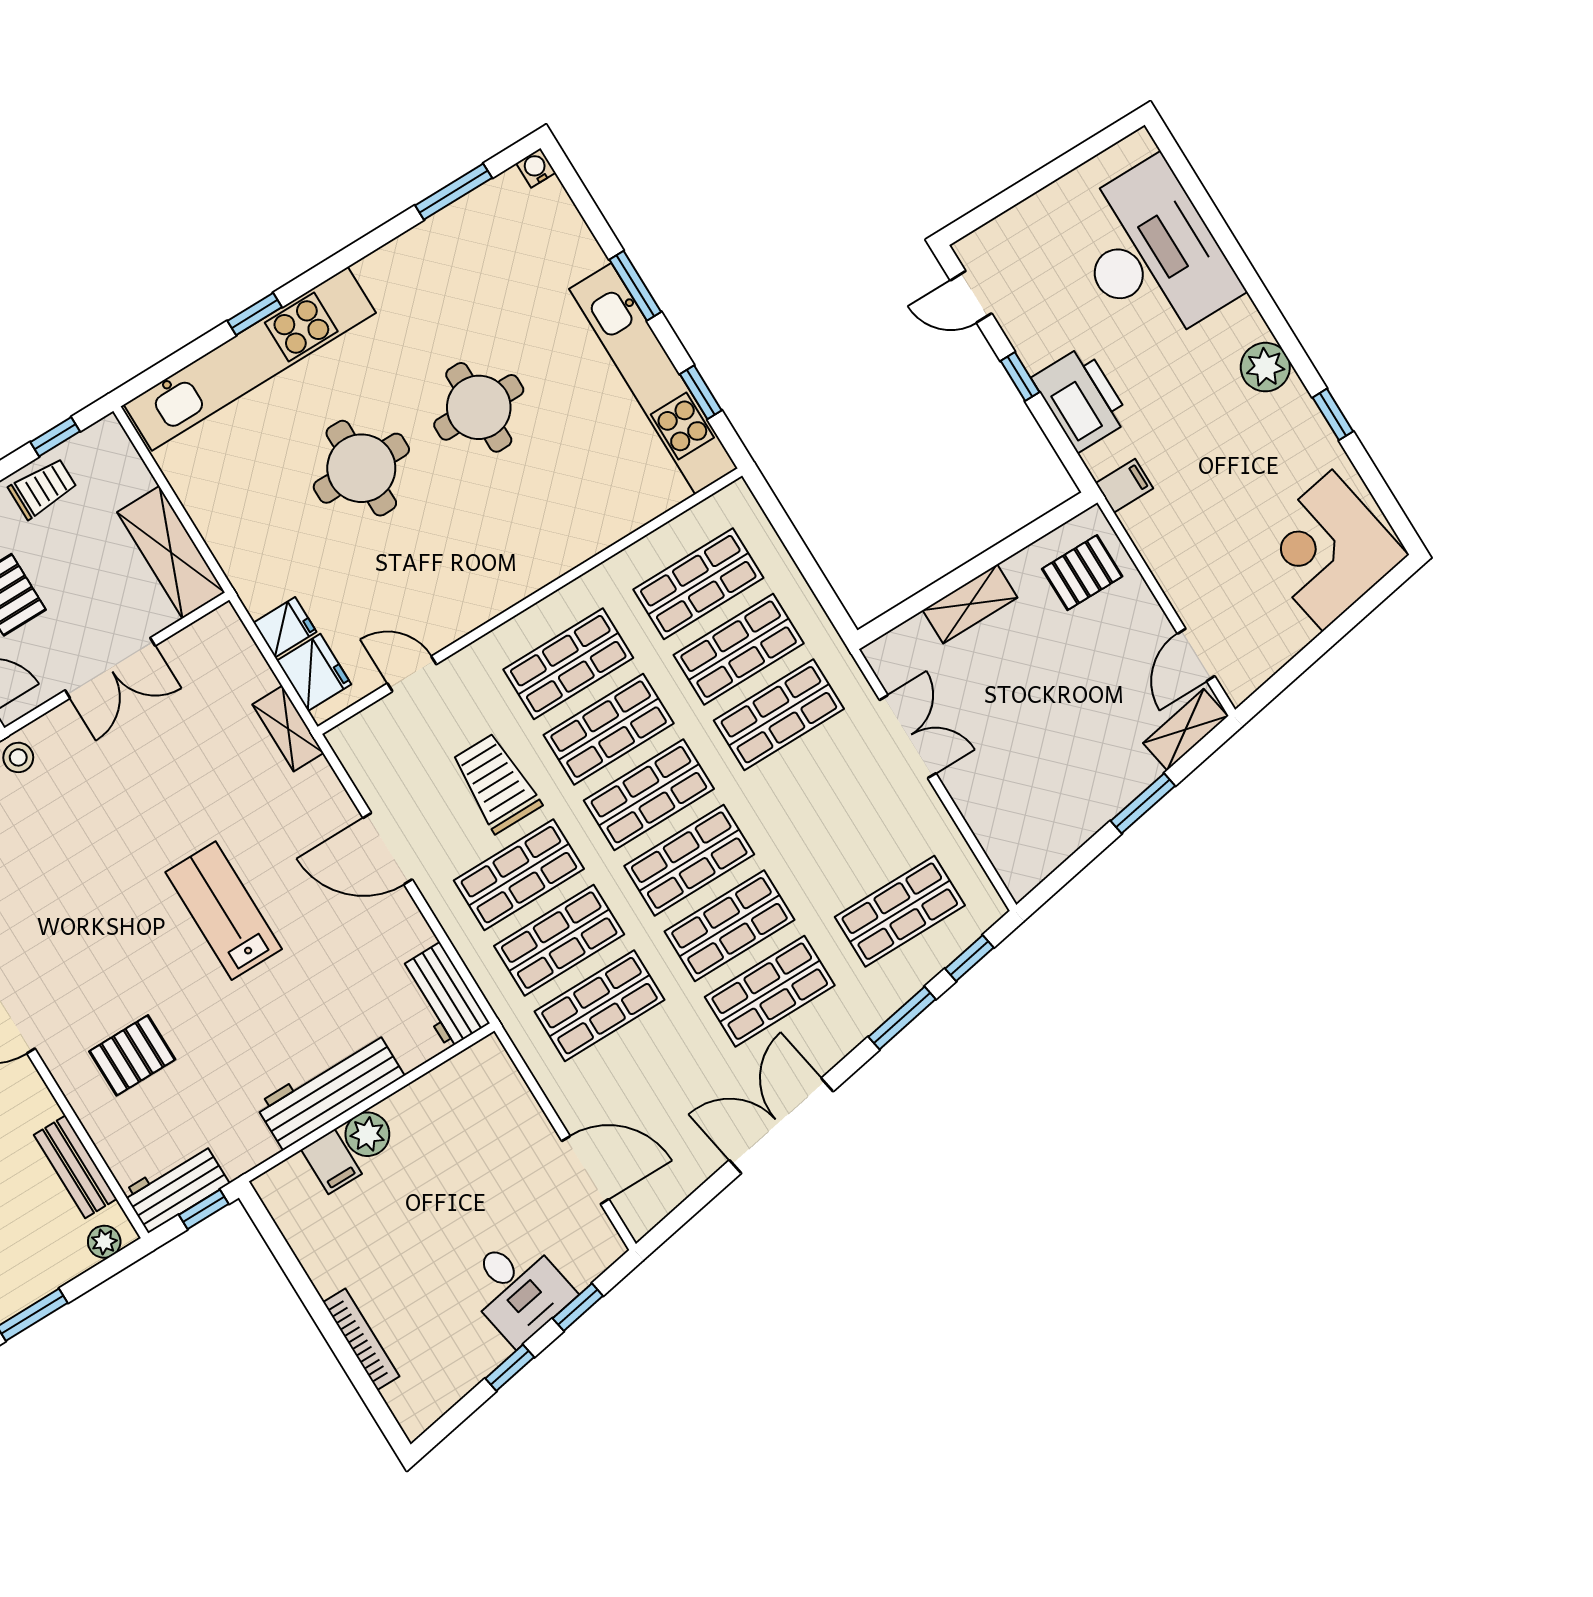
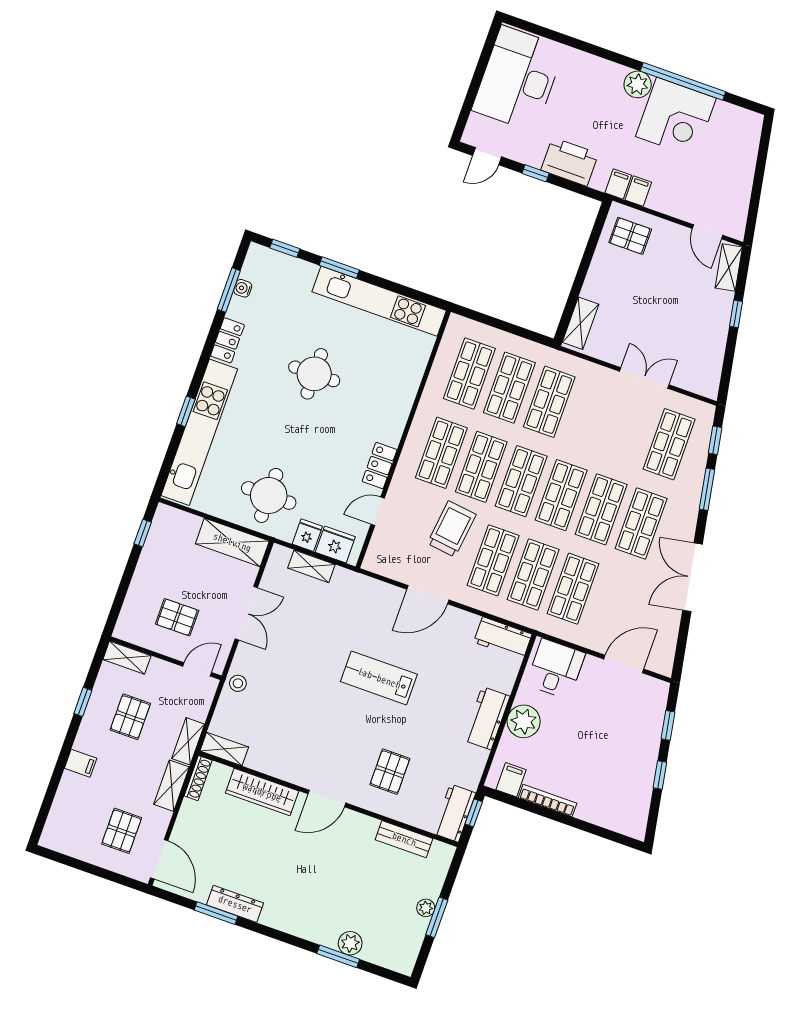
water cooler: (536, 168) -> (243, 288), moved
desk: (1151, 254) -> (518, 79), moved, turned -90
locker: (394, 261) -> (227, 340), added
window: (701, 392) -> (285, 248), moved
window: (1333, 414) -> (683, 81), width x3.17
round table: (361, 468) -> (269, 495), moved
trolley: (43, 488) -> (155, 559), removed
filing cabinet: (1145, 518) -> (638, 191), added
corner desk: (1328, 550) -> (676, 117), moved, turned -80
pallet: (1082, 573) -> (630, 236), turned 90
shelving: (970, 604) -> (580, 323), moved
locker: (467, 611) -> (380, 466), added
shelving: (288, 729) -> (311, 566), moved
double door: (908, 737) -> (644, 378), moved
trolley: (496, 783) -> (452, 529), turned 97
window: (1143, 803) -> (736, 314), width x0.67
workbench: (330, 1090) -> (487, 718), width x0.73
plant: (367, 1134) -> (524, 721), width x1.36, depth x1.36
filing cabinet: (331, 1162) -> (511, 780), moved, turned -90
plant: (104, 1242) -> (426, 908), moved
desk: (518, 1289) -> (556, 669), moved, turned -80
bookcase: (361, 1339) -> (548, 800), moved

